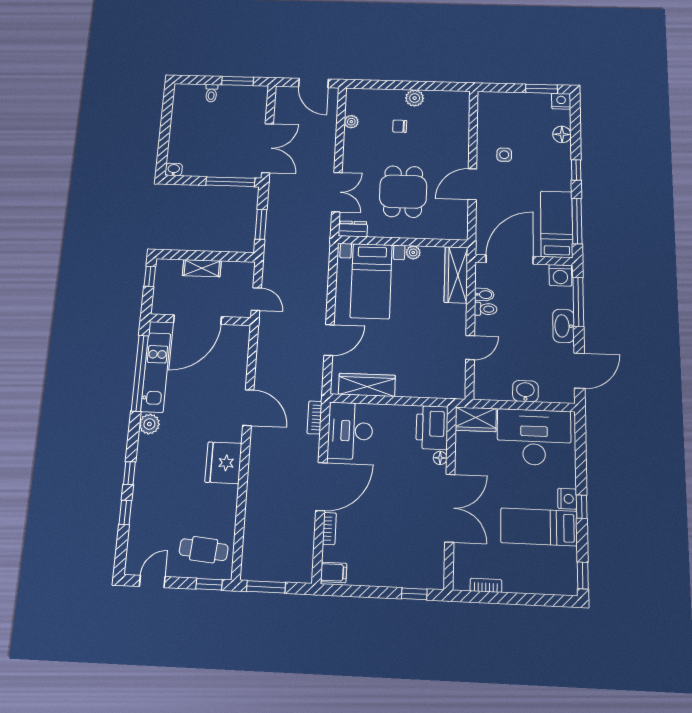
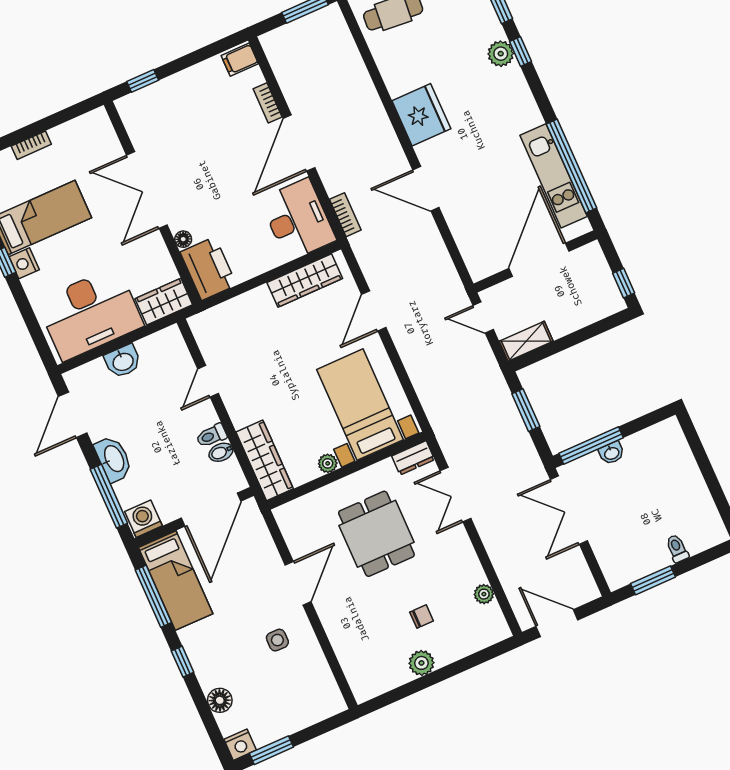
washbasin: (174, 169) -> (612, 453), moved
shelving: (202, 268) -> (526, 341), moved
plant: (149, 424) -> (501, 54), moved
bookcase: (486, 585) -> (31, 145), moved

